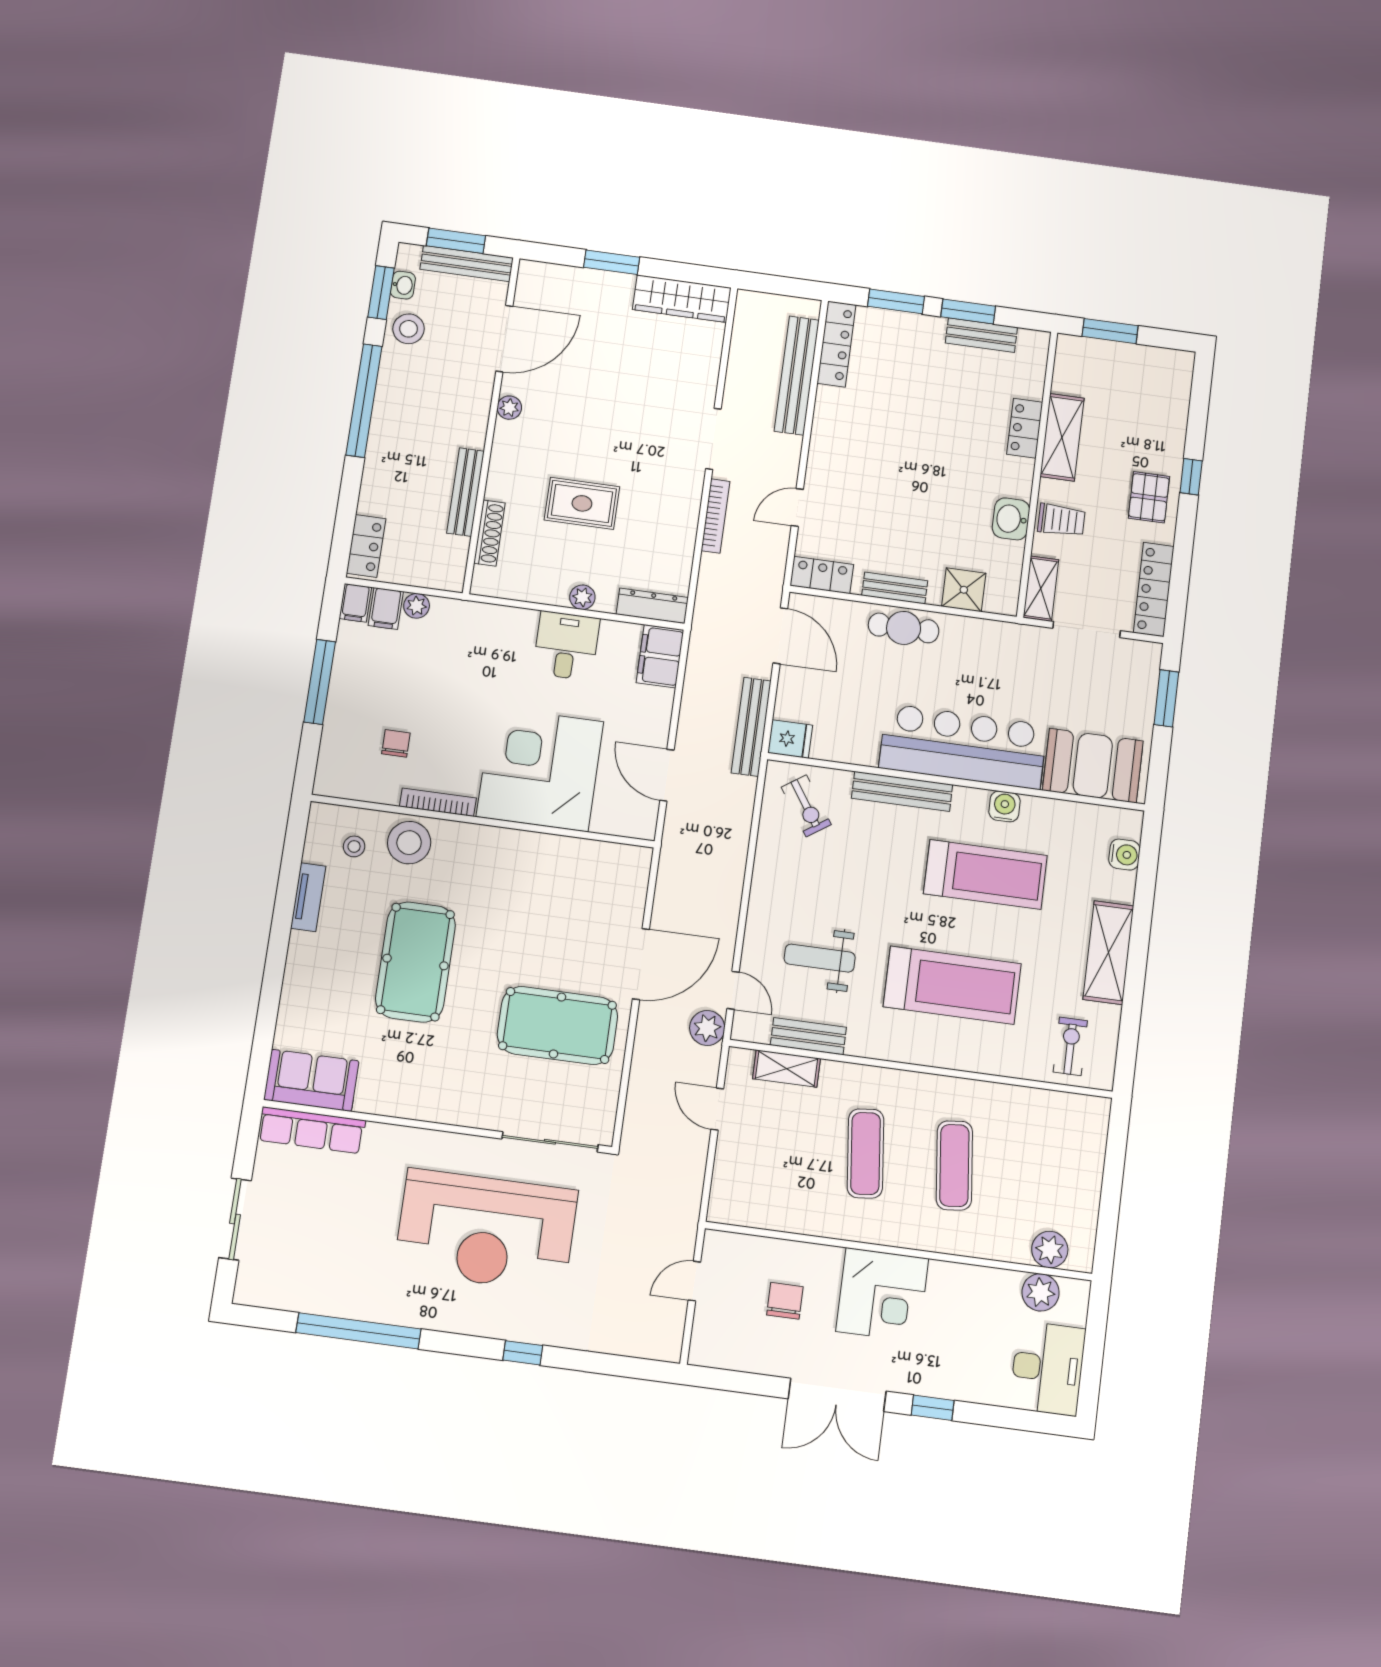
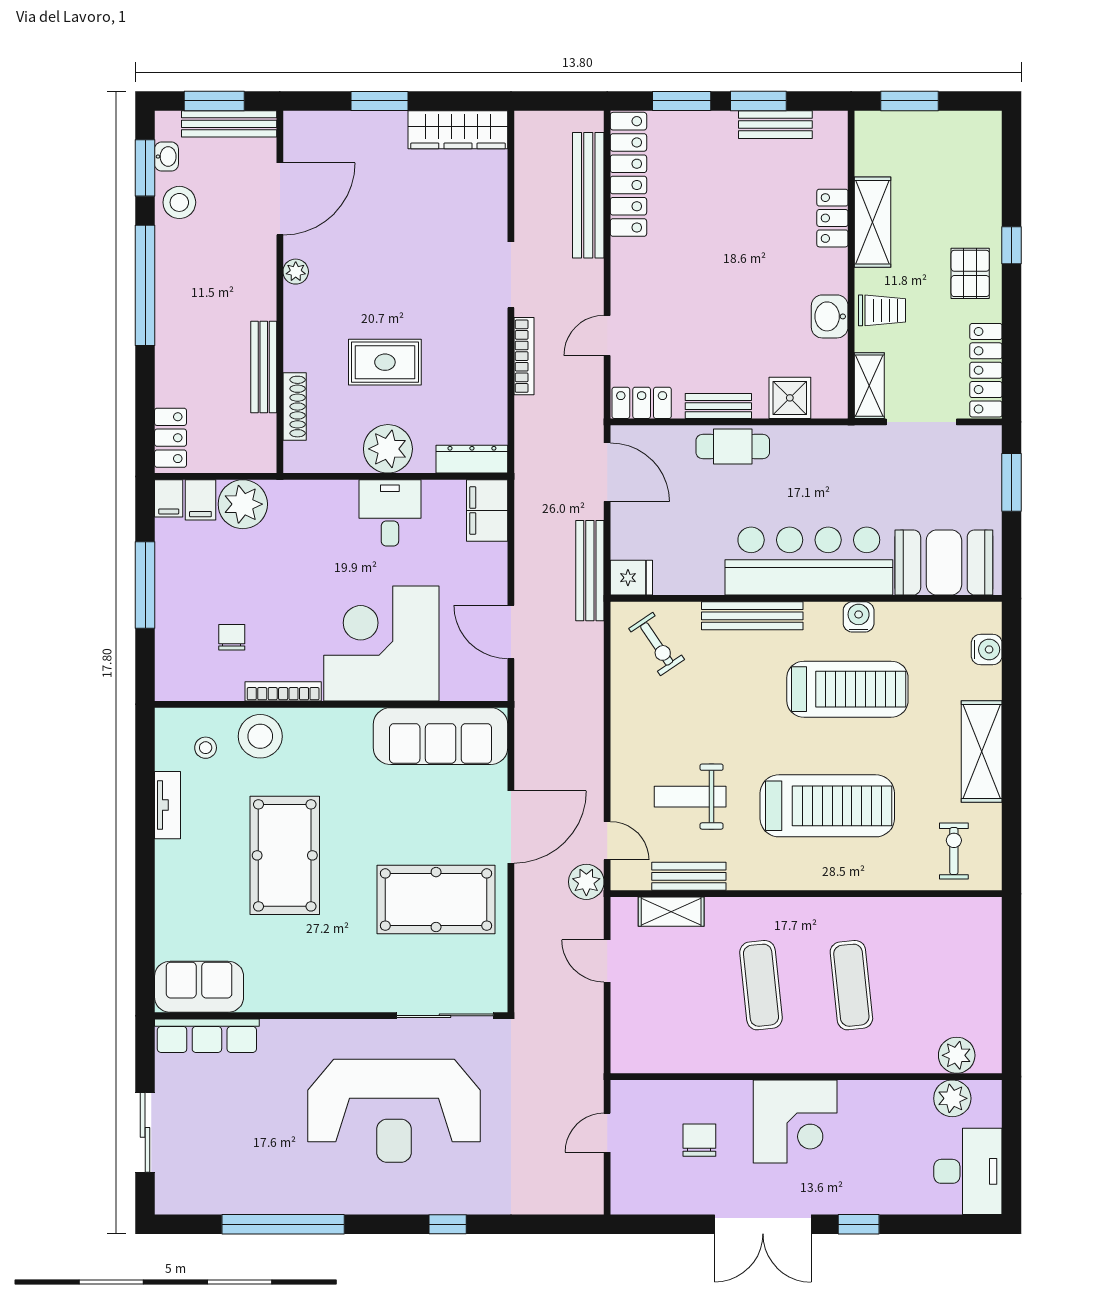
locker: (836, 344) -> (628, 174), width x1.41, depth x1.21
plant: (582, 597) -> (388, 449), width x1.87, depth x1.87
plant: (417, 606) -> (243, 504), width x1.88, depth x1.88
sofa: (585, 866) -> (441, 736), added

